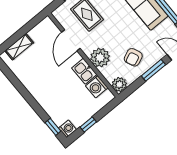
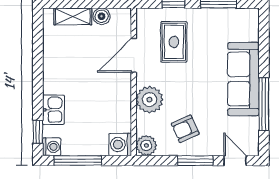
boiler: (35, 33) -> (102, 16), added
kitchen sink: (84, 71) -> (53, 110), moved, turned 180
washing machine: (97, 87) -> (120, 144), moved
window: (88, 124) -> (78, 161), width x2.17

